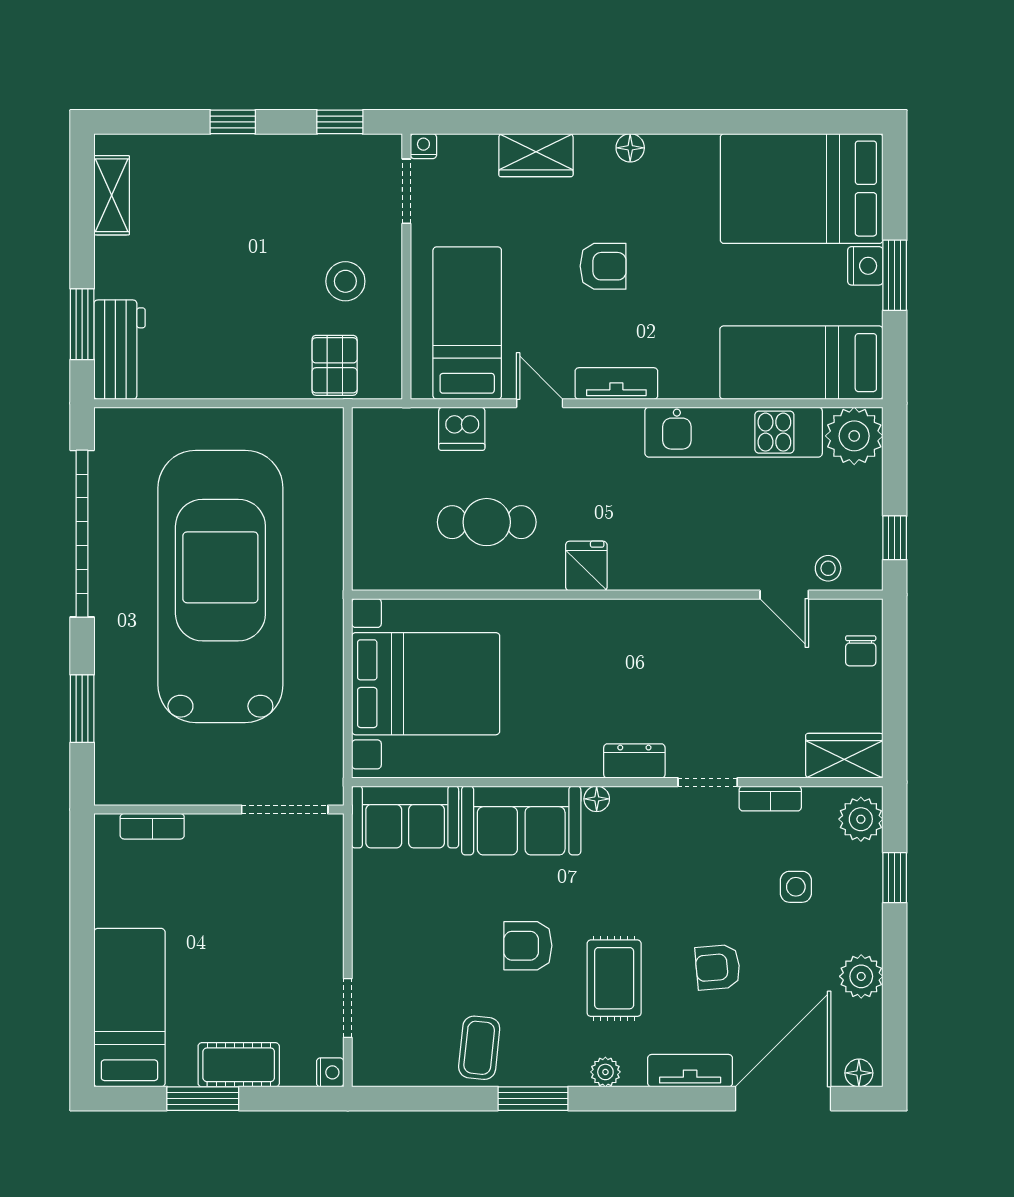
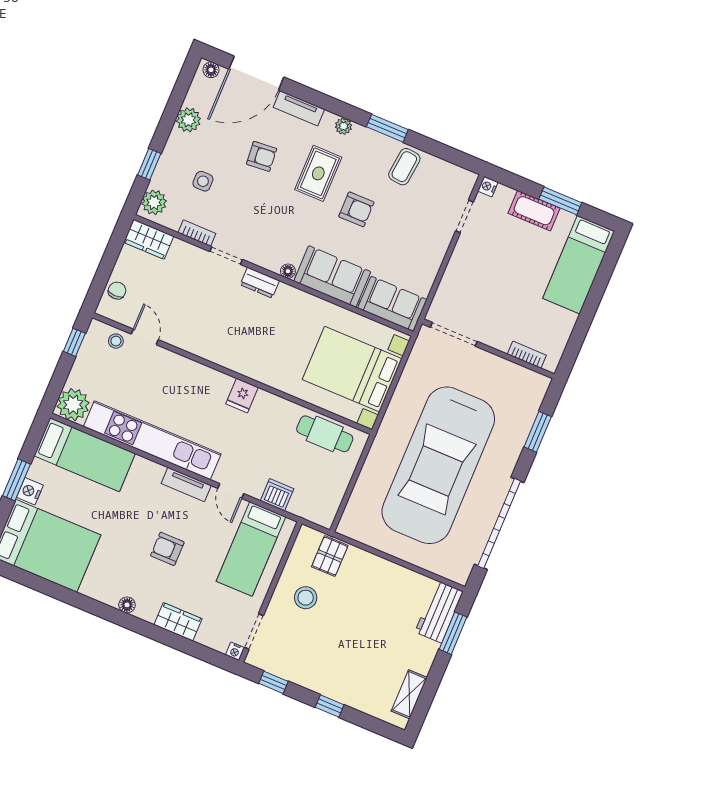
kitchen unit: (734, 432) -> (152, 440), width x1.36
cafe table: (487, 522) -> (325, 434), moved

